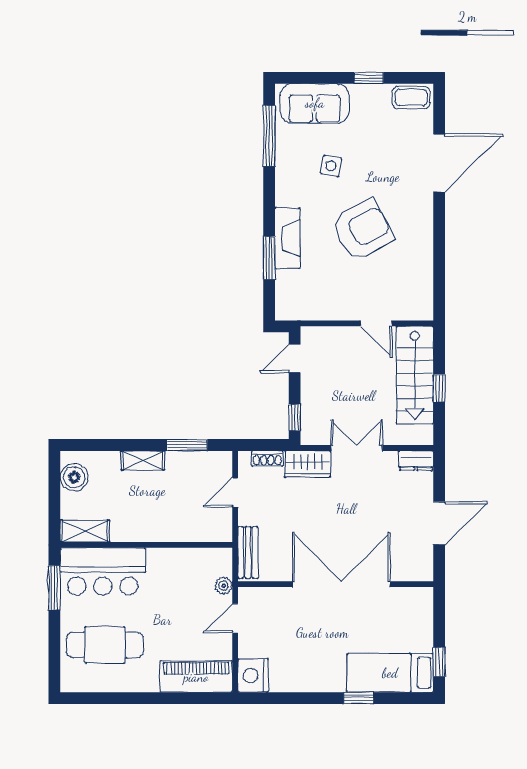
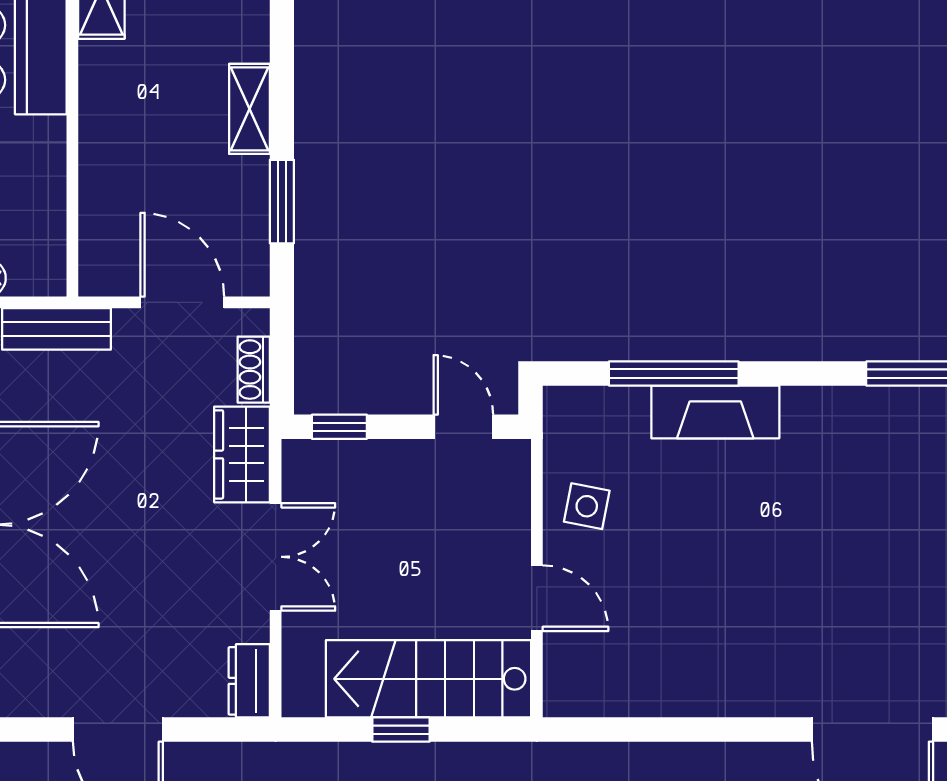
side table: (331, 166) -> (587, 506), moved
armchair: (363, 230) -> (733, 569), removed
window: (269, 258) -> (674, 374), width x1.44
door: (376, 323) -> (537, 598), swing flipped
door: (235, 493) -> (182, 302), width x1.38

